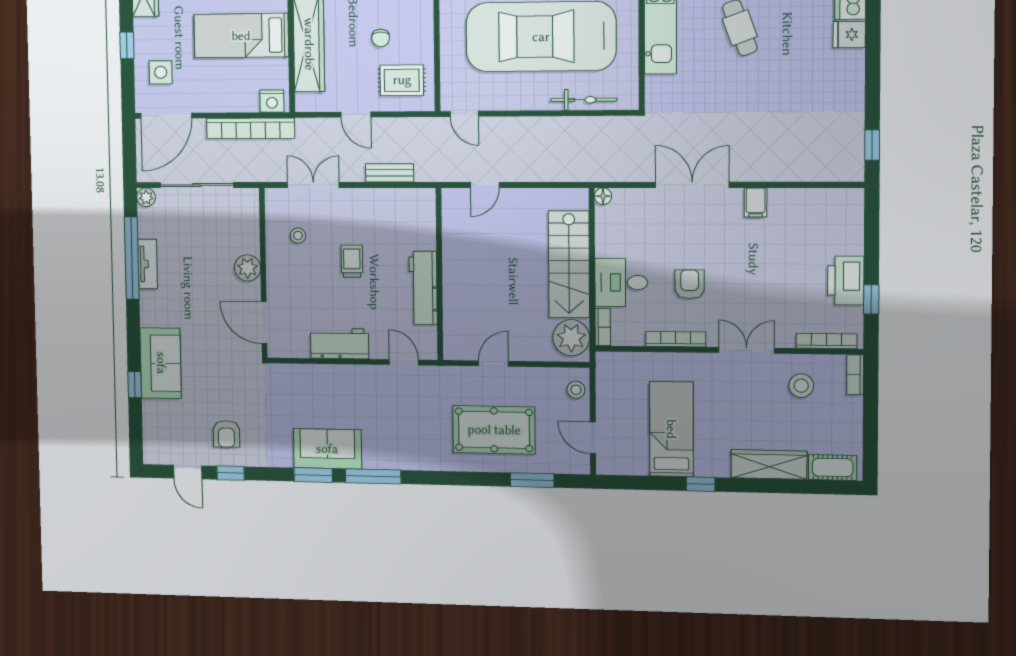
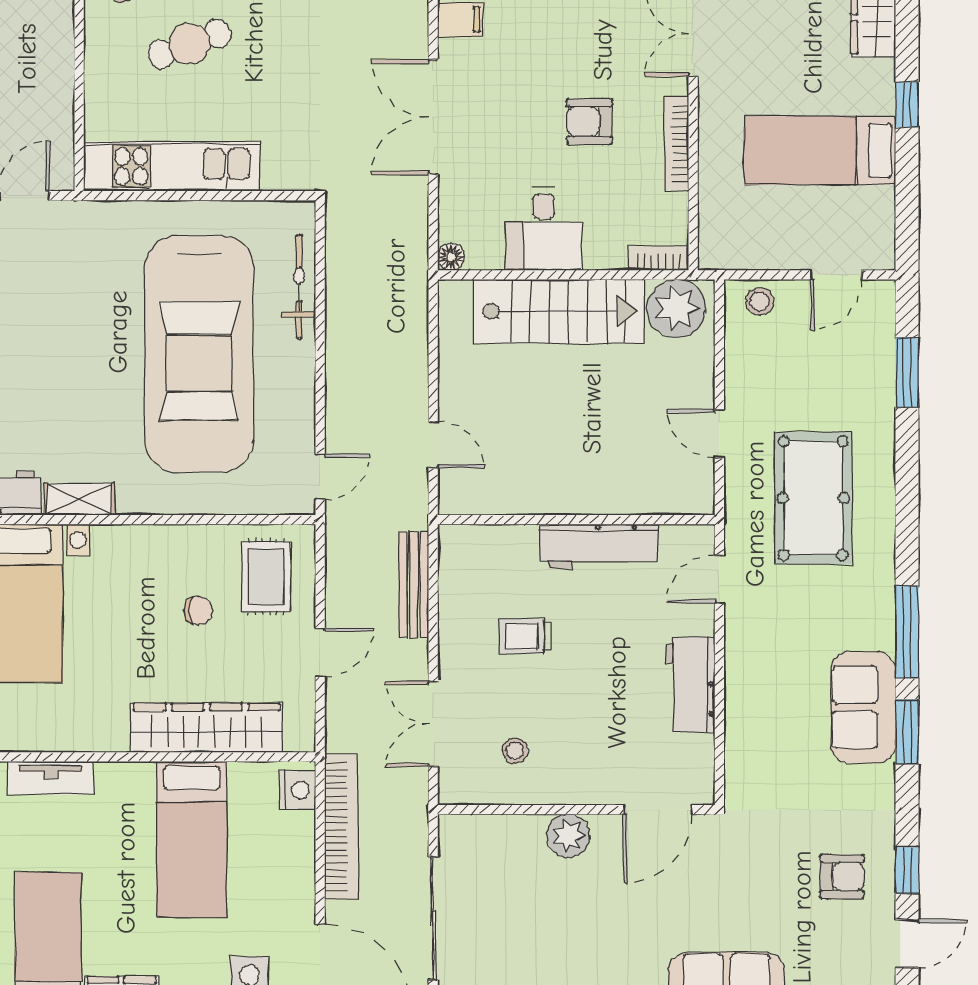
bench: (390, 173) -> (414, 584), width x1.36
trolley: (352, 261) -> (525, 636), moved
desk: (621, 282) -> (544, 229), moved
pool table: (494, 430) -> (813, 498), moved

